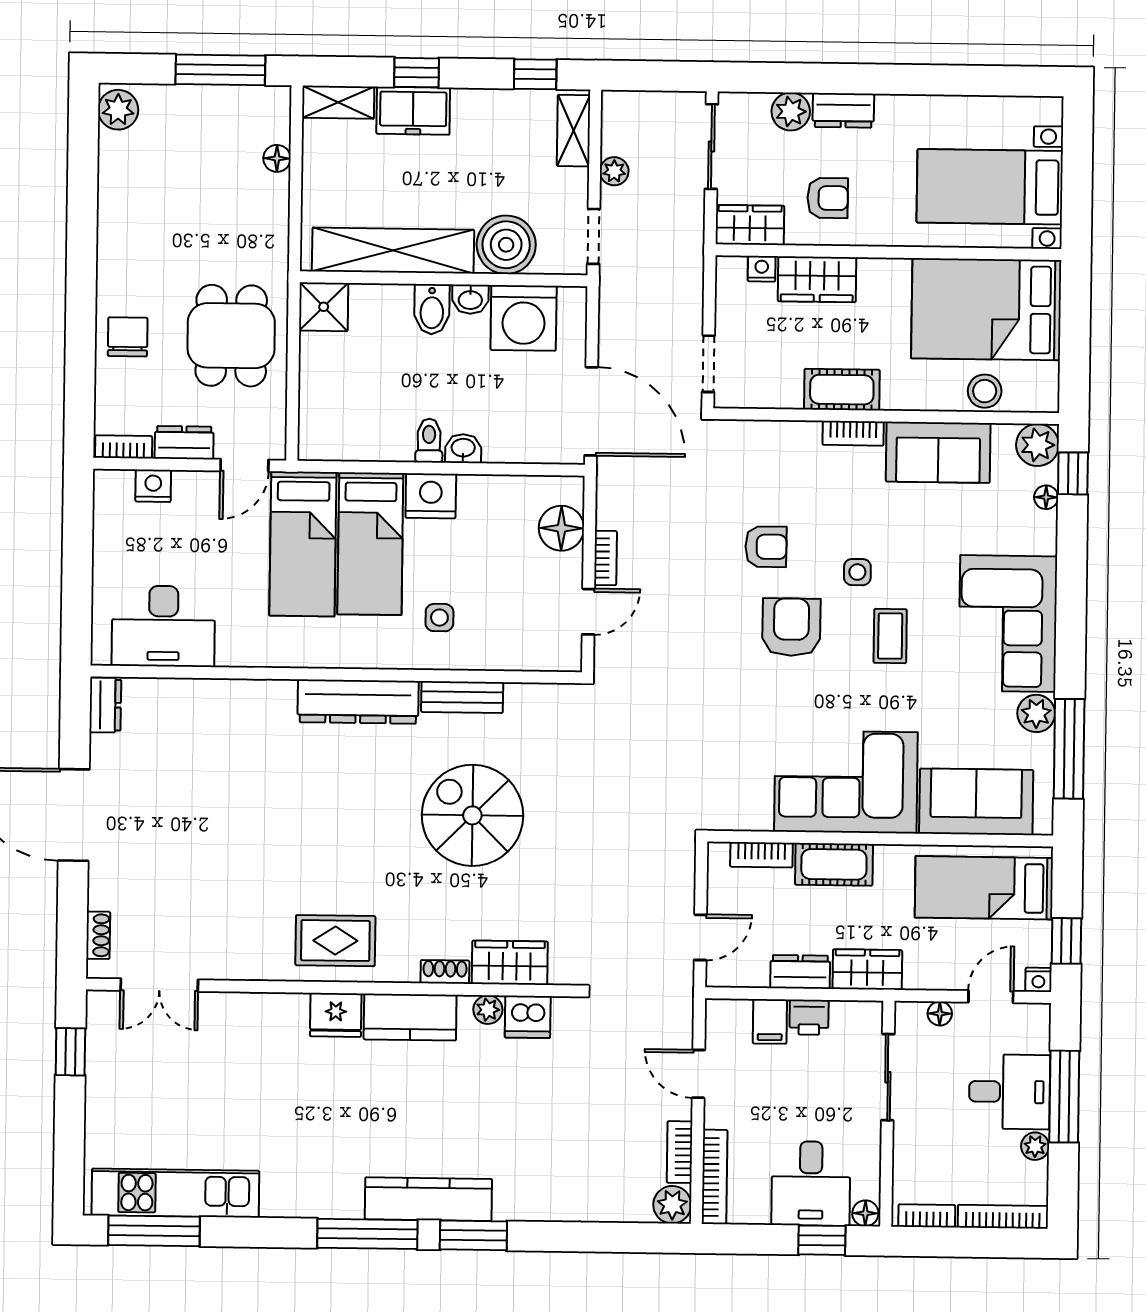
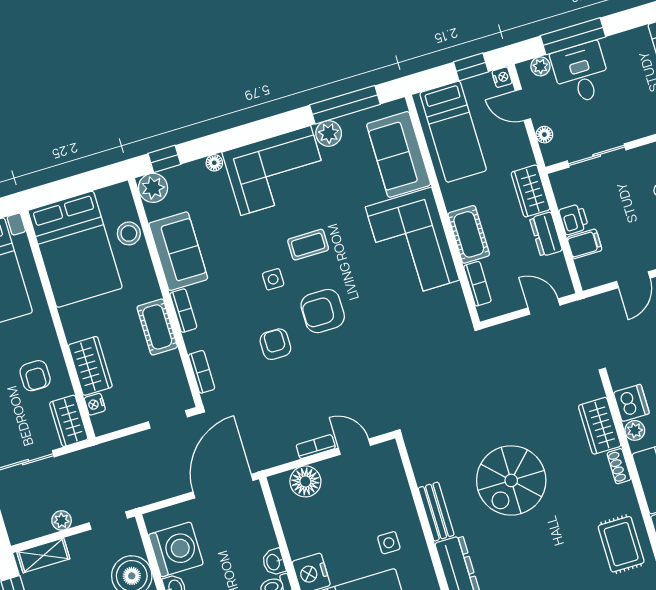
armchair: (828, 198) -> (35, 376), turned 180
bookcase: (760, 432) -> (202, 372), added
floor lamp: (1046, 497) -> (214, 163), moved
plant: (1035, 1146) -> (540, 66), moved

